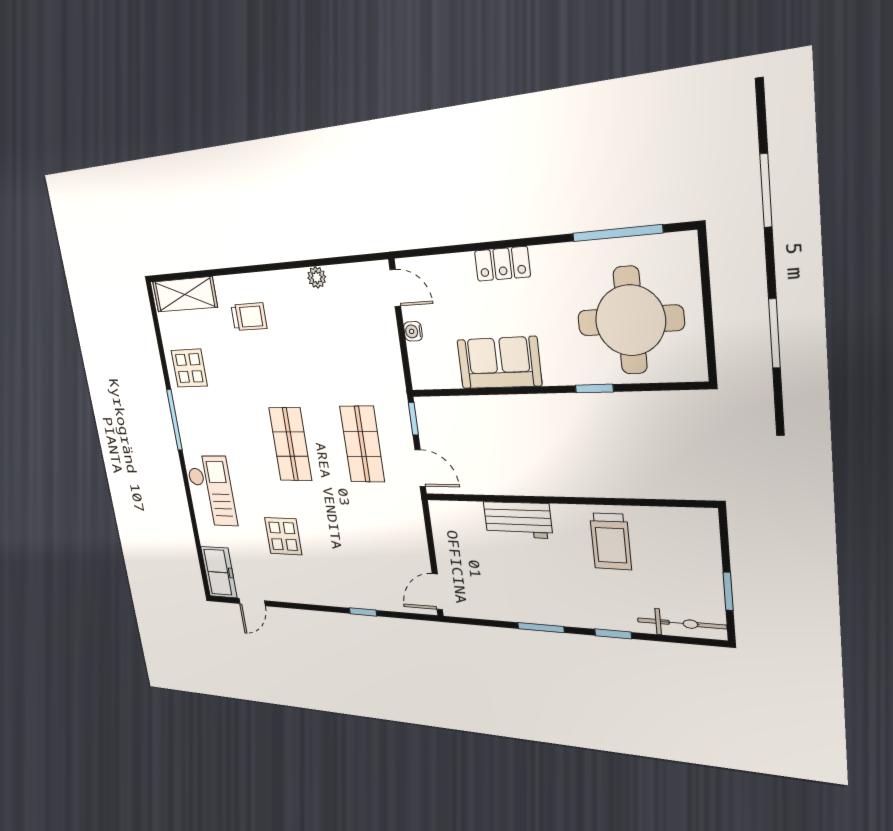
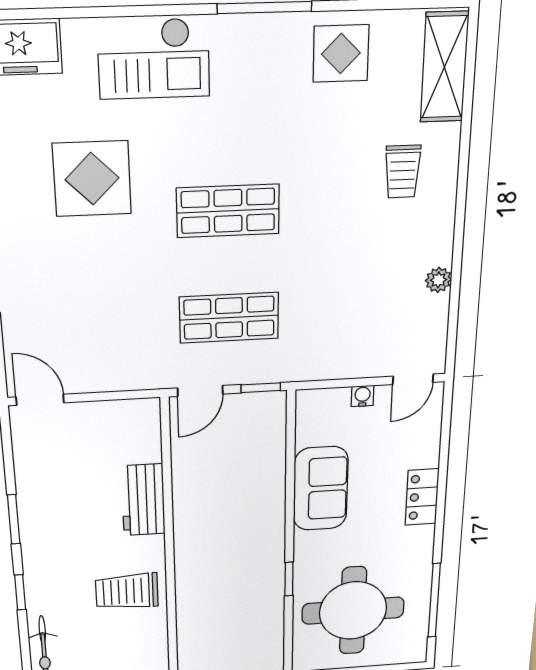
display table: (283, 536) -> (92, 179), width x1.36, depth x1.36

